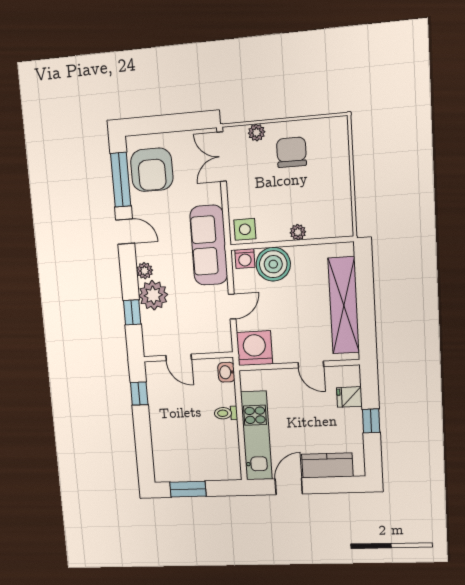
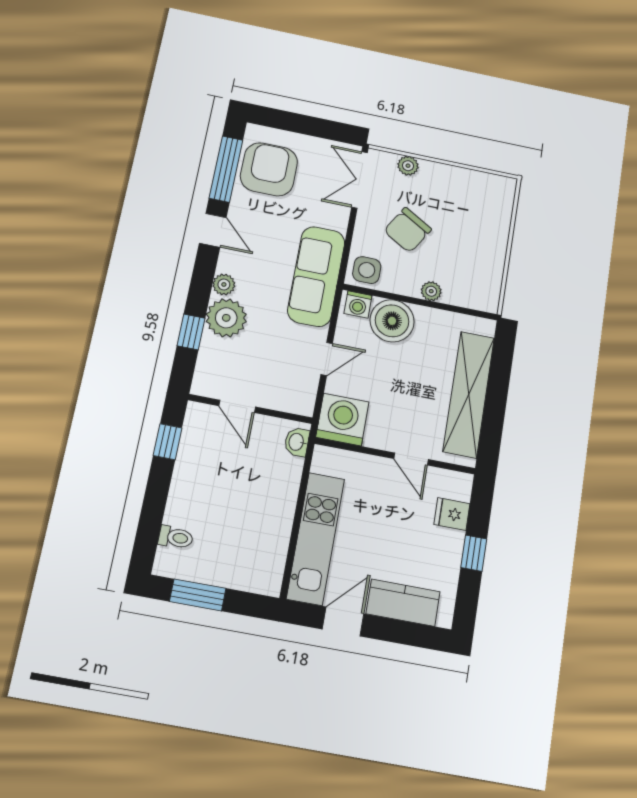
chair: (291, 152) -> (408, 230), moved, turned -149
armchair: (152, 170) -> (269, 169), turned 180
toilet: (226, 413) -> (176, 537), moved, turned 180

